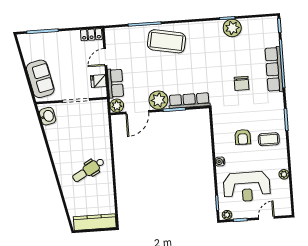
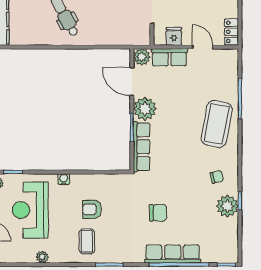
chair: (209, 38) -> (217, 177), added
chair: (242, 83) -> (158, 213), turned 180

